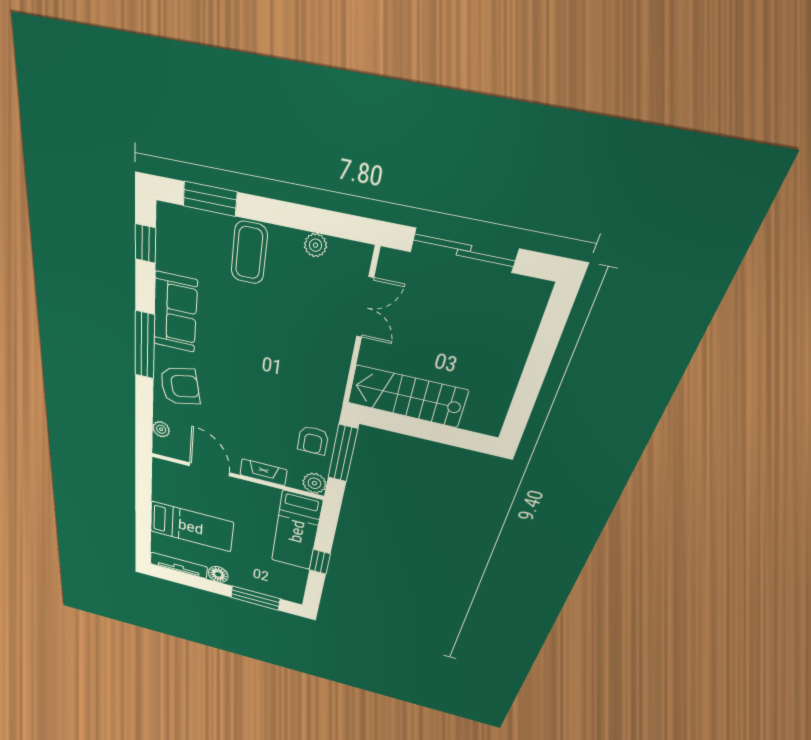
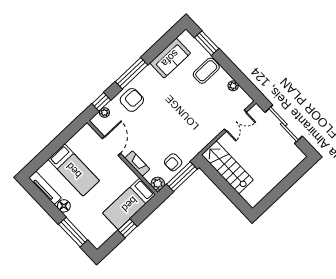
window: (145, 244) -> (101, 102), moved
sofa: (175, 313) -> (170, 58), moved
armchair: (180, 386) -> (132, 100), turned -78

